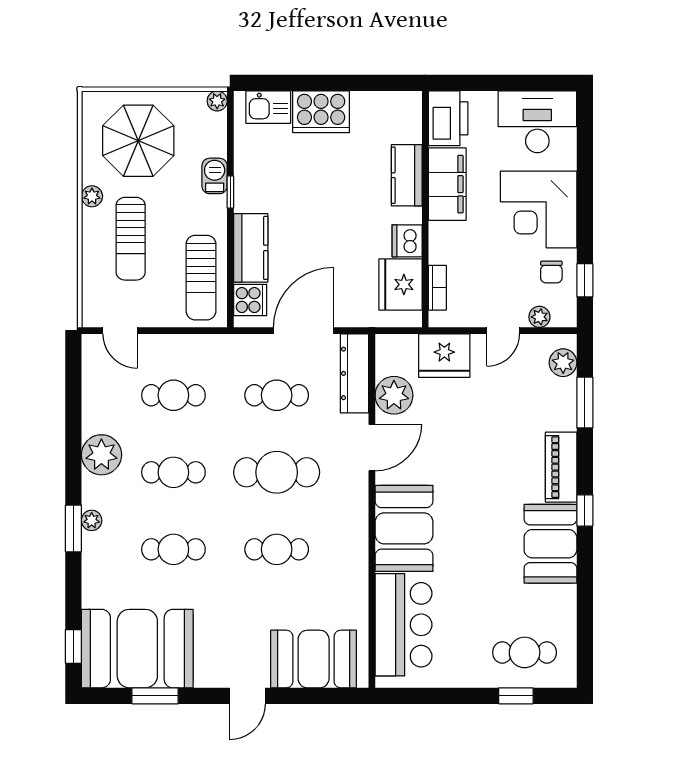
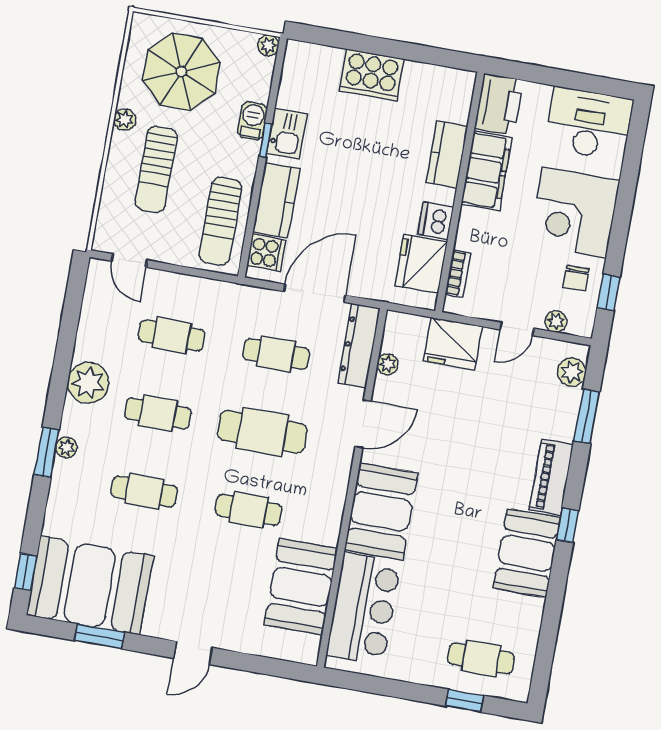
kitchen sink: (268, 107) -> (287, 134), moved, turned -90
plant: (394, 395) -> (387, 364), width x0.53, depth x0.53
booth: (314, 659) -> (301, 587), moved, turned 90

